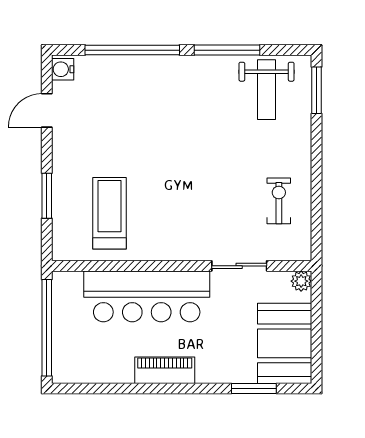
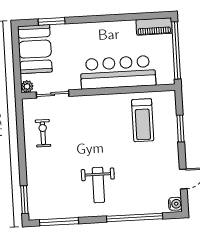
window: (227, 50) -> (59, 222), moved
weight bench: (267, 90) -> (98, 185), moved, turned 180
exercise bike: (279, 201) -> (43, 133), turned 180
sliding door: (239, 266) -> (53, 94), moved
piano: (165, 370) -> (154, 26), moved

